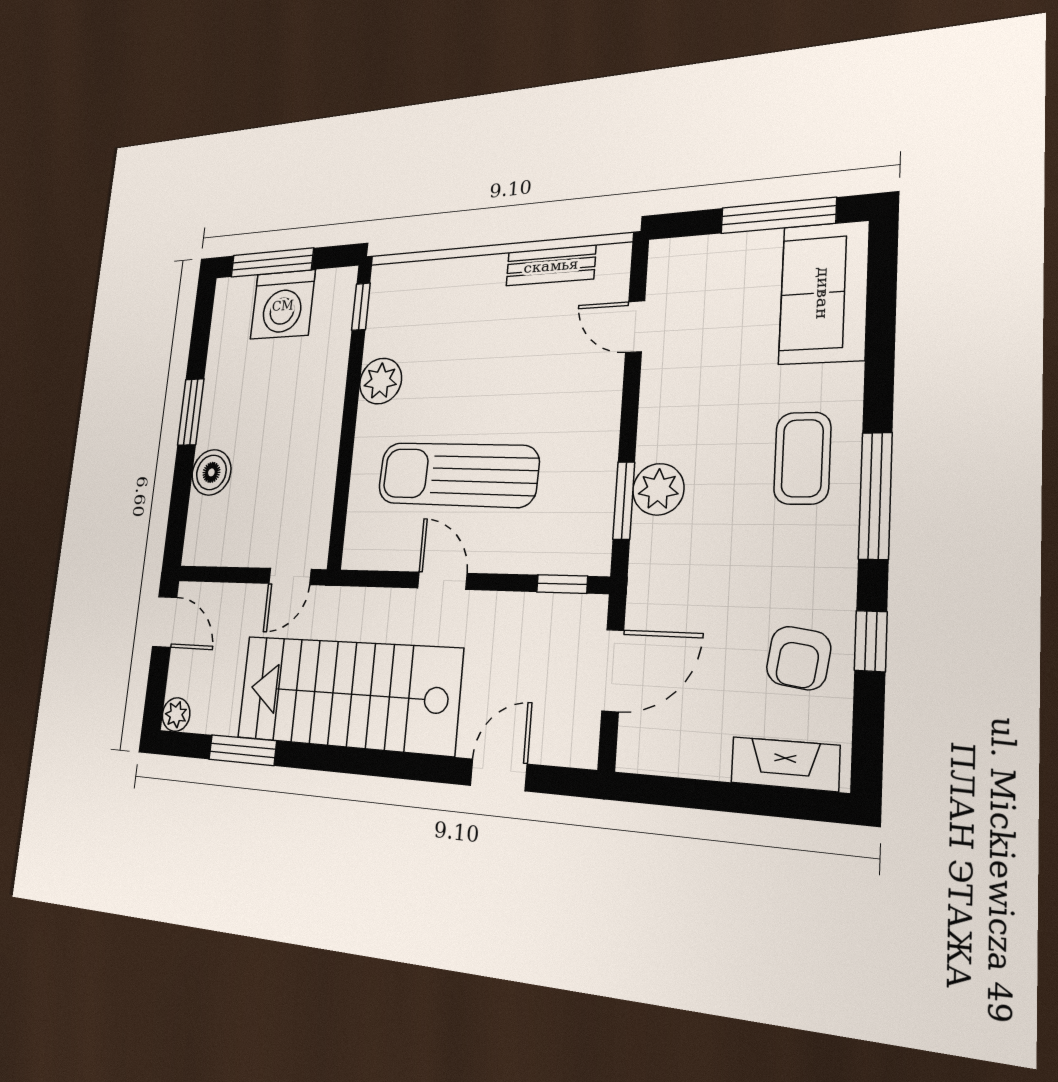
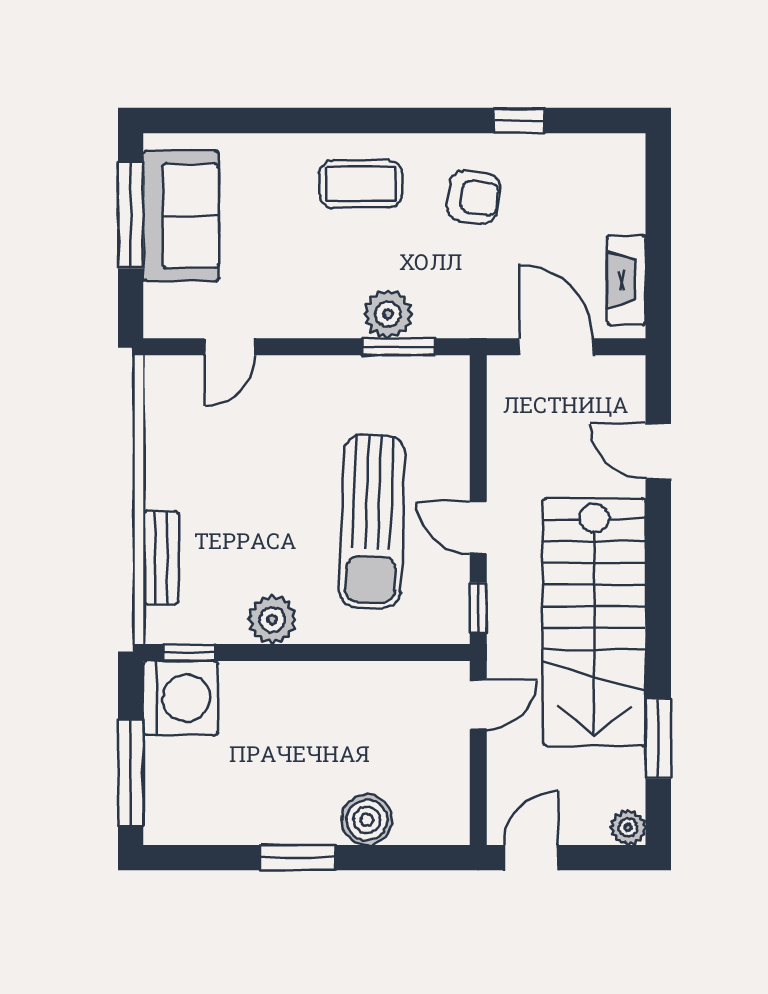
bench: (551, 265) -> (161, 558), moved
sofa: (824, 293) -> (181, 216), moved, turned -90
washing machine: (283, 305) -> (180, 698), moved
window: (875, 496) -> (394, 121), removed
door: (290, 576) -> (478, 704), hinge flipped
door: (442, 581) -> (478, 528), hinge flipped
window: (562, 584) -> (478, 608), moved
armchair: (799, 658) -> (474, 197), moved
fireplace: (785, 764) -> (626, 280), moved

